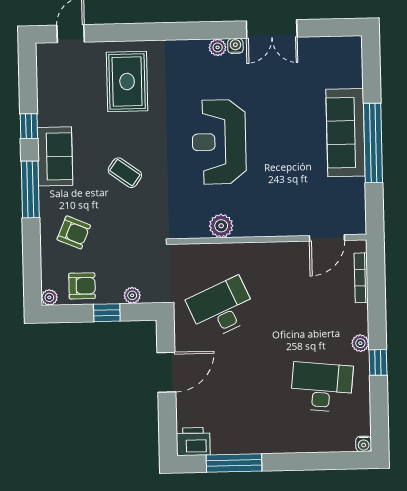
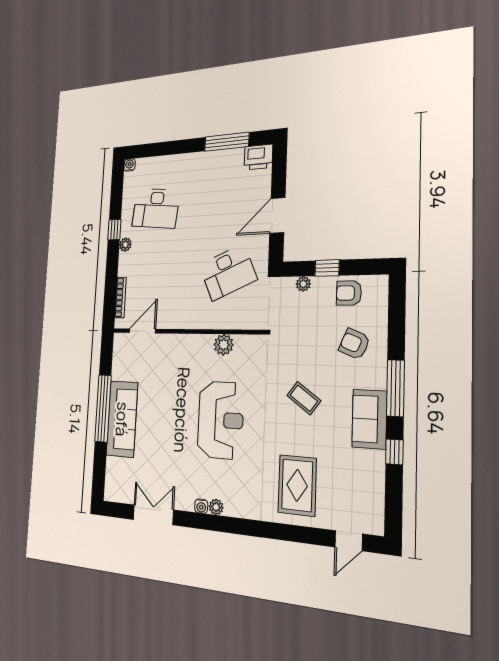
double door: (272, 29) -> (153, 515), moved
plant: (49, 297) -> (381, 282), removed

